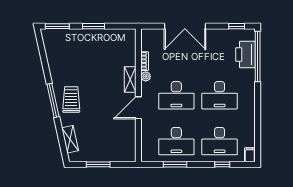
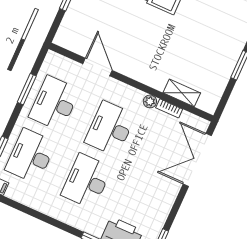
double door: (185, 26) -> (197, 160), moved
shelving: (130, 79) -> (182, 93), moved
door: (138, 108) -> (98, 67), moved

